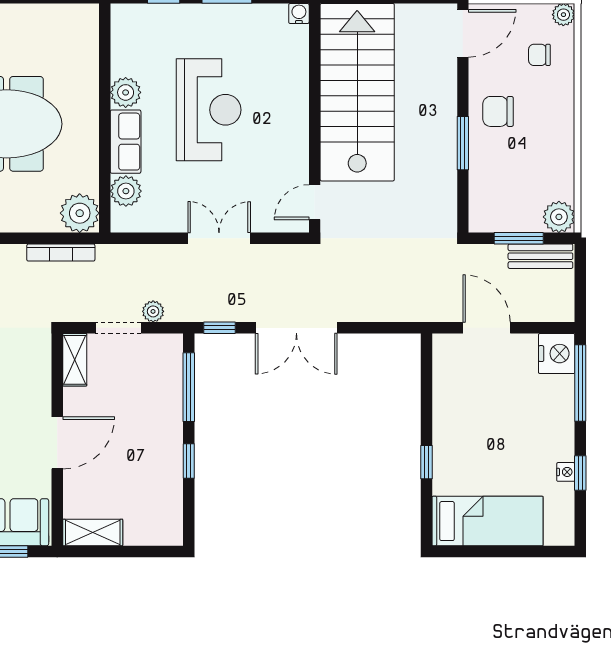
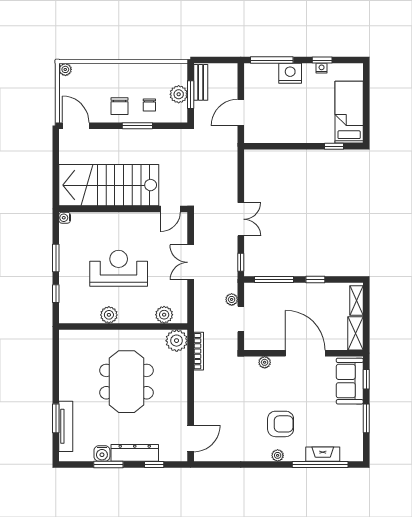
chair: (539, 55) -> (149, 105), moved
row of seats: (126, 142) -> (136, 315), removed
door: (315, 202) -> (170, 209), hinge flipped
plant: (559, 217) -> (179, 94), moved
double door: (296, 328) -> (241, 219), width x0.73
nightstand: (557, 354) -> (290, 73), moved
shelving: (75, 360) -> (356, 301), moved, turned 90
plant: (41, 370) -> (265, 362), added
door: (57, 443) -> (305, 353), width x1.36
window: (426, 462) -> (334, 146), moved

